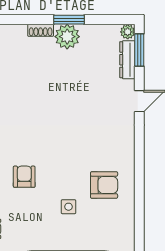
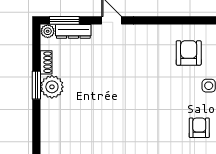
shoe rack: (41, 30) -> (46, 62), moved
armchair: (24, 177) -> (199, 128), moved, turned 90

